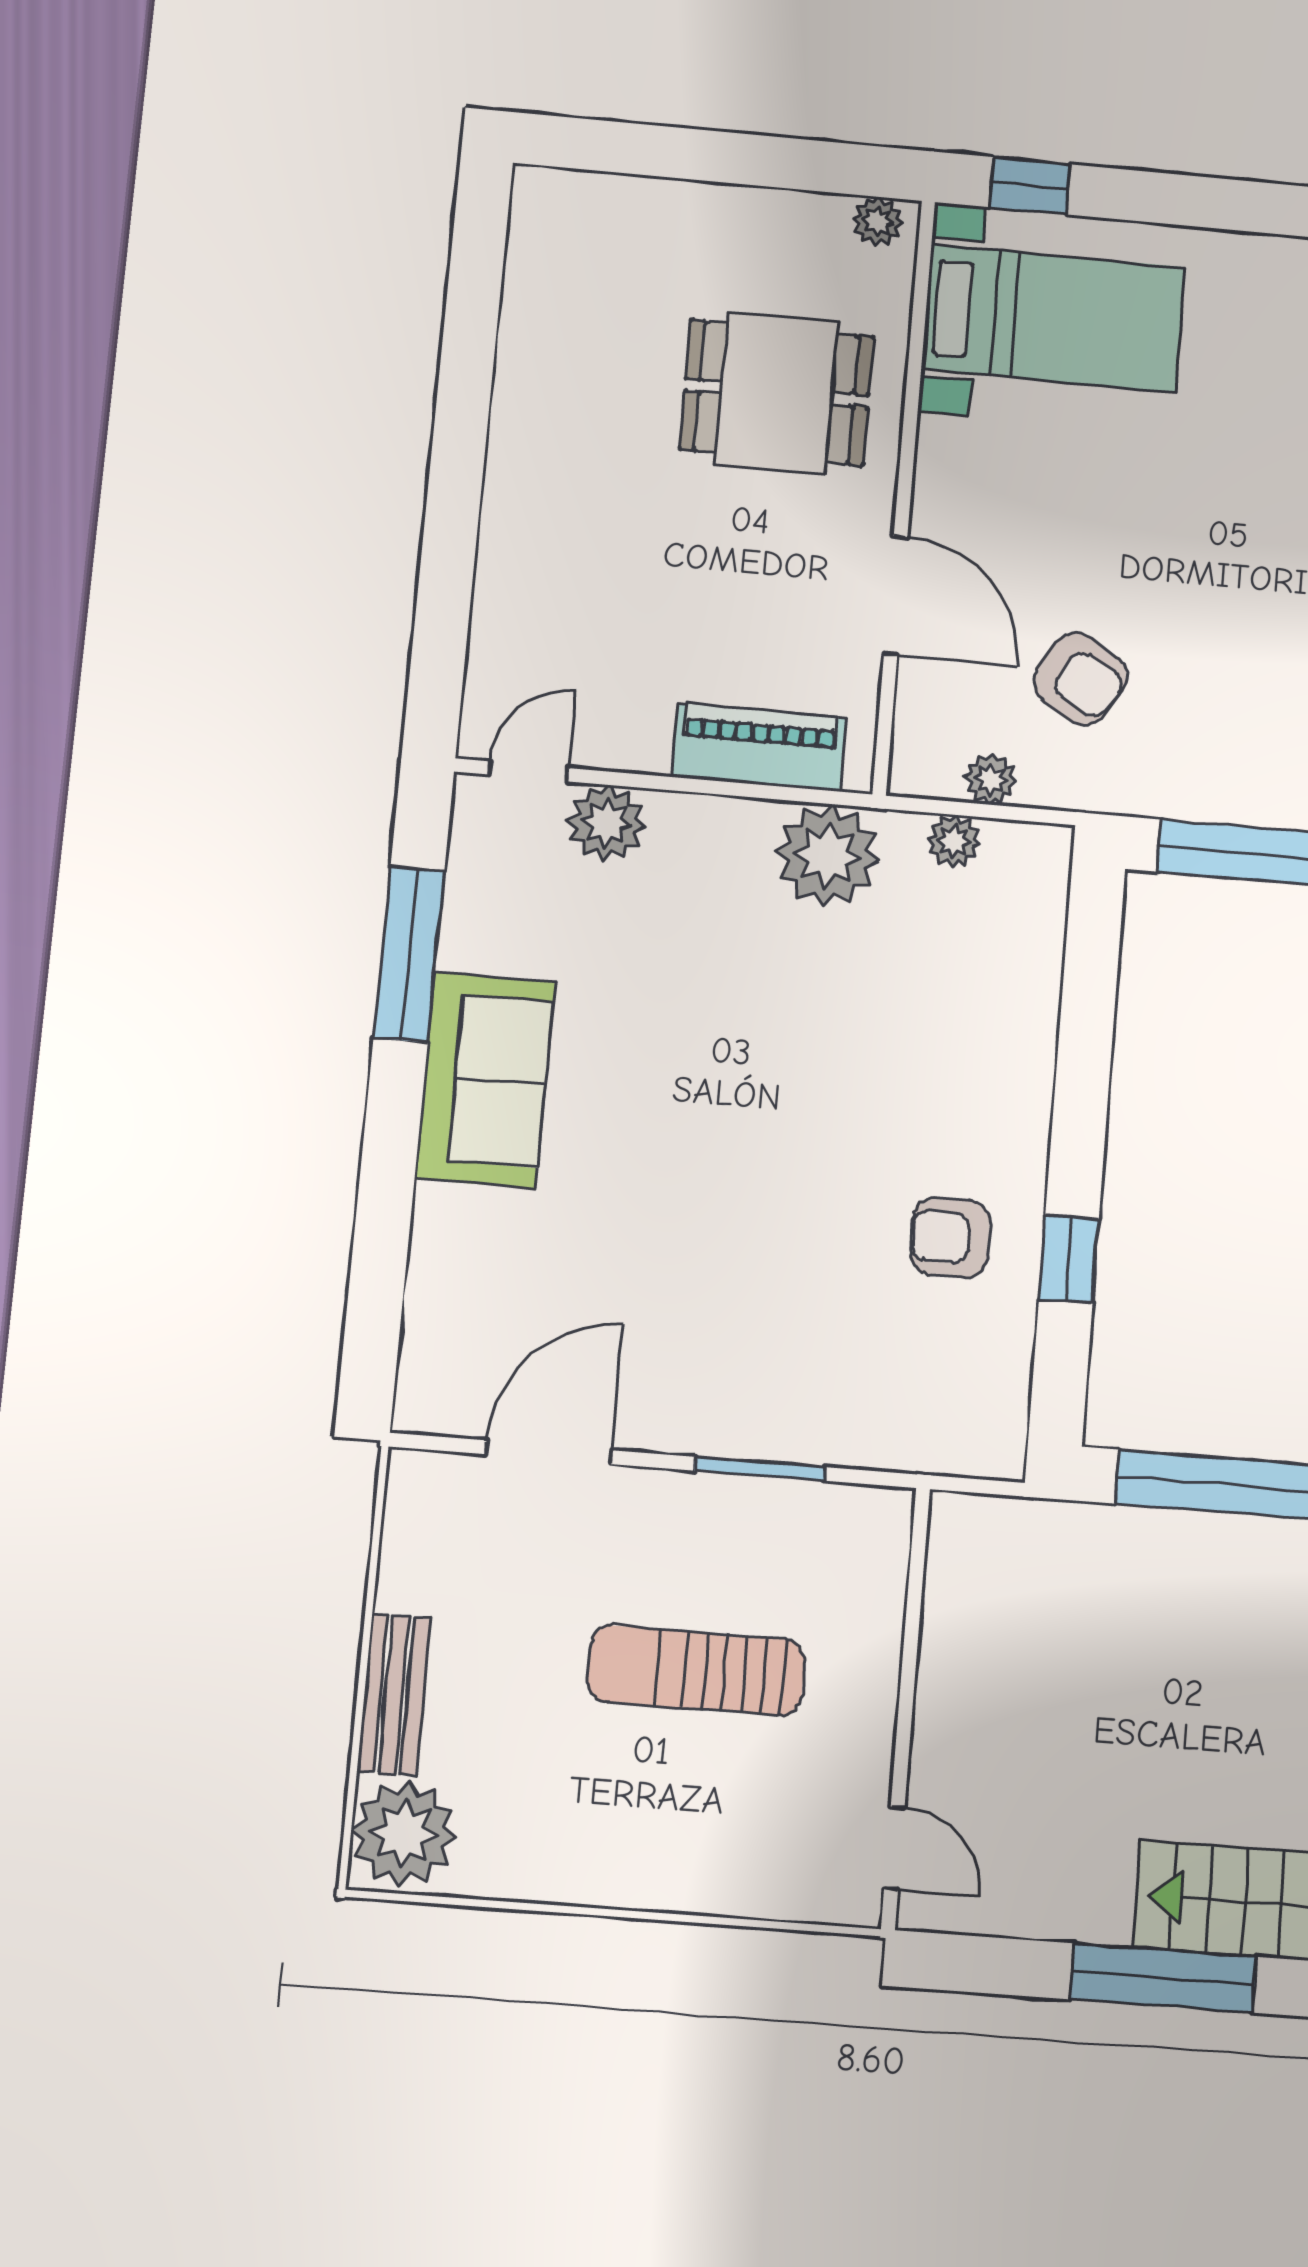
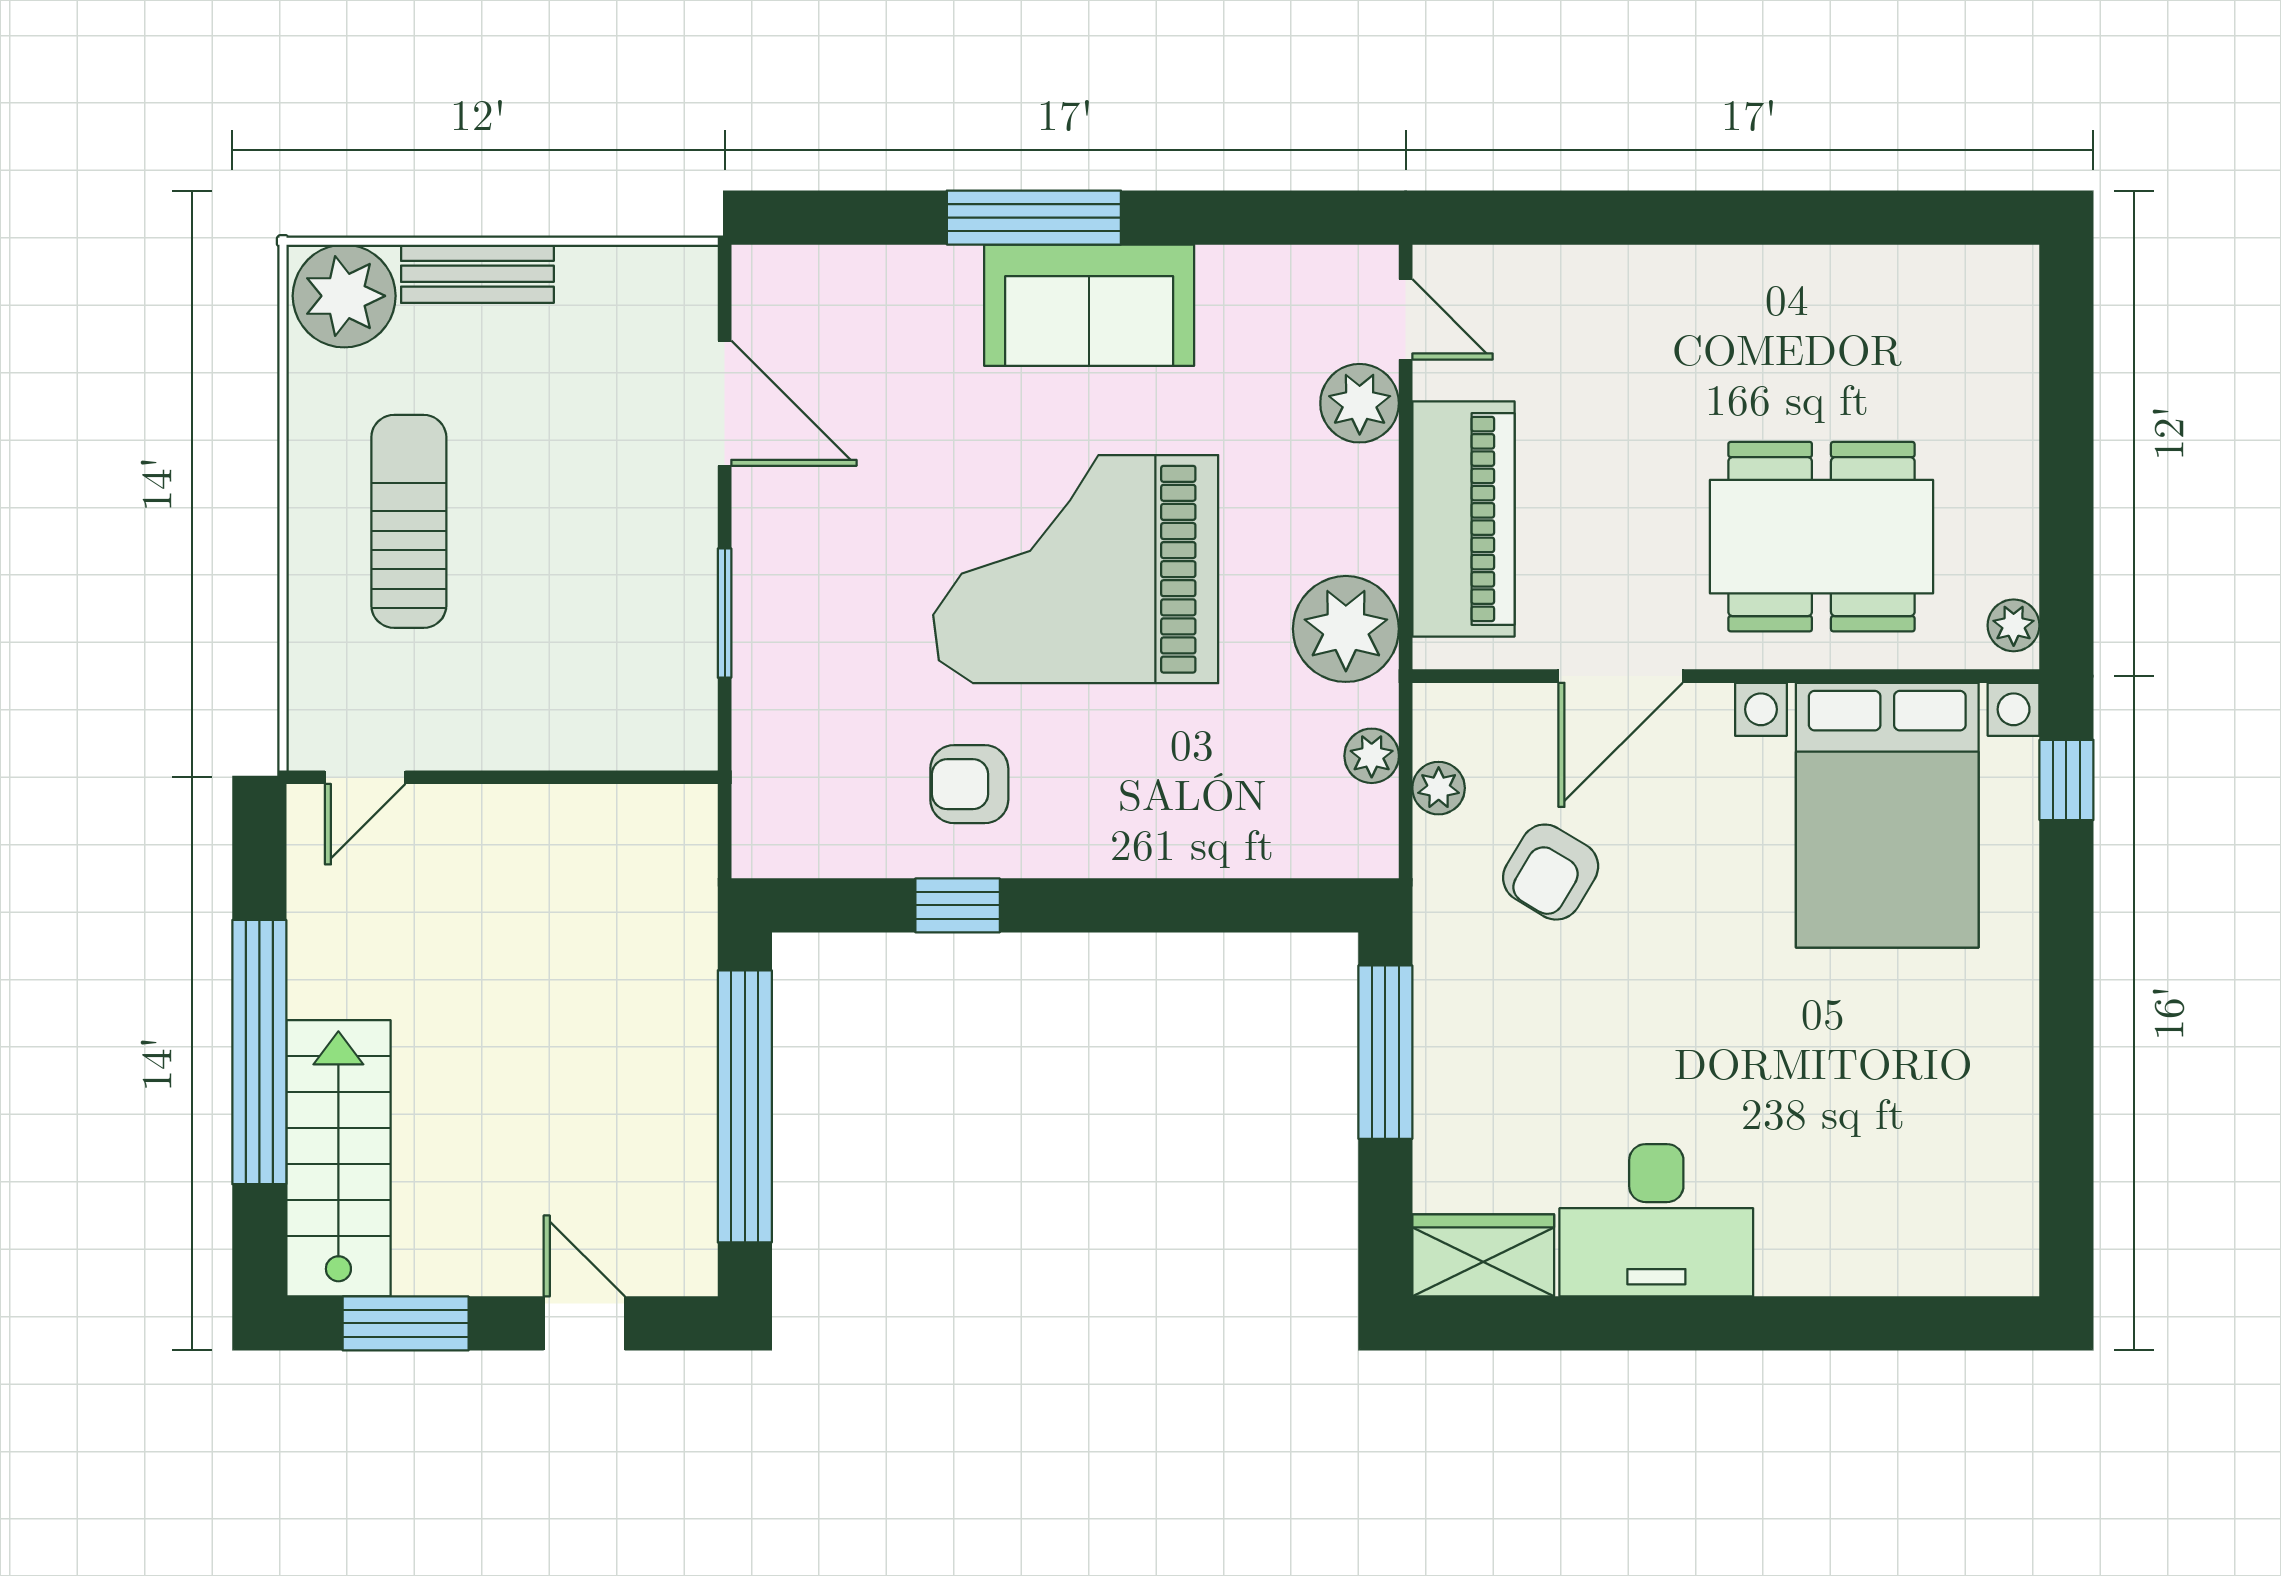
bed with nightstands: (1053, 318) -> (1887, 815), width x1.36
dining table: (777, 393) -> (1821, 537), width x1.38
piano: (759, 747) -> (1463, 519), width x1.37, depth x1.33
window: (409, 954) -> (1034, 218), moved
grand piano: (746, 1115) -> (1076, 569), added
armchair: (950, 1238) -> (969, 784), turned -90
sun lounger: (696, 1670) -> (409, 521), moved
window: (1163, 1978) -> (259, 1052), width x1.46

